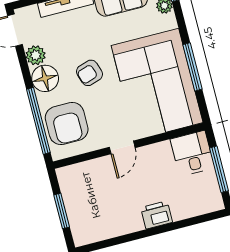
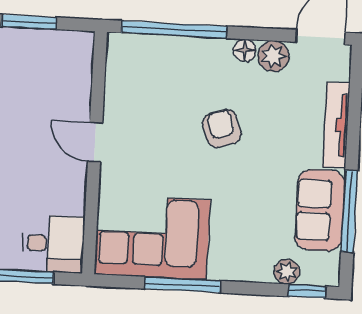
floor lamp: (45, 78) -> (245, 50), width x0.53, depth x0.53
corner sofa: (157, 84) -> (152, 237), width x0.73, depth x0.74
armchair: (67, 124) -> (157, 70), removed

